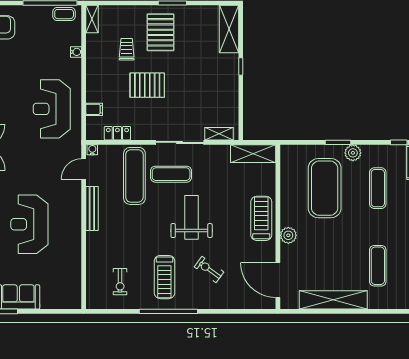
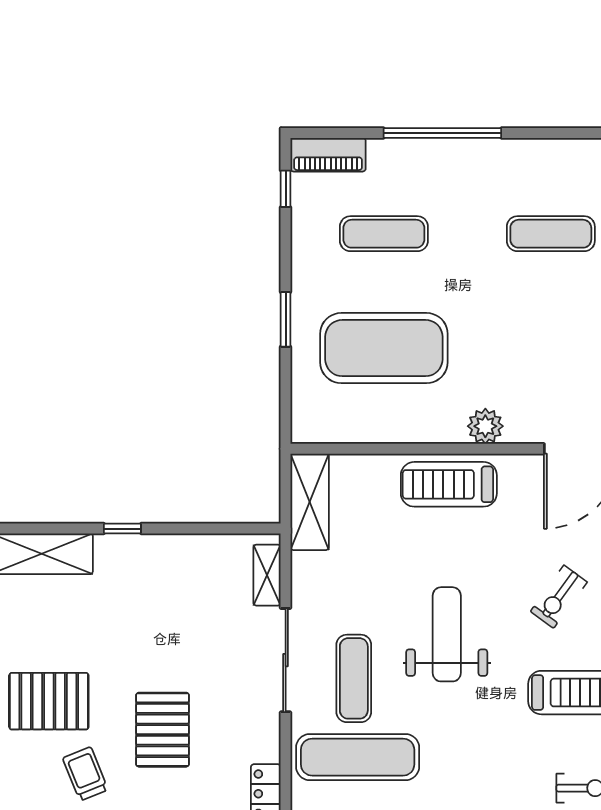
trolley: (127, 49) -> (85, 774), turned 68
plant: (353, 153) -> (308, 287), removed
weight bench: (192, 217) -> (447, 634), turned 90

